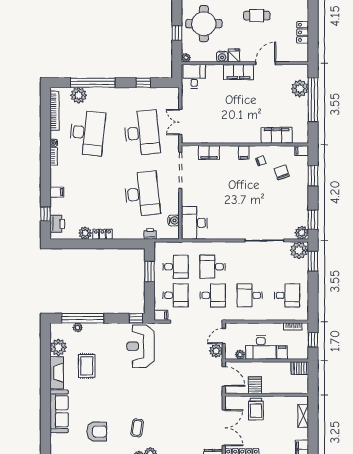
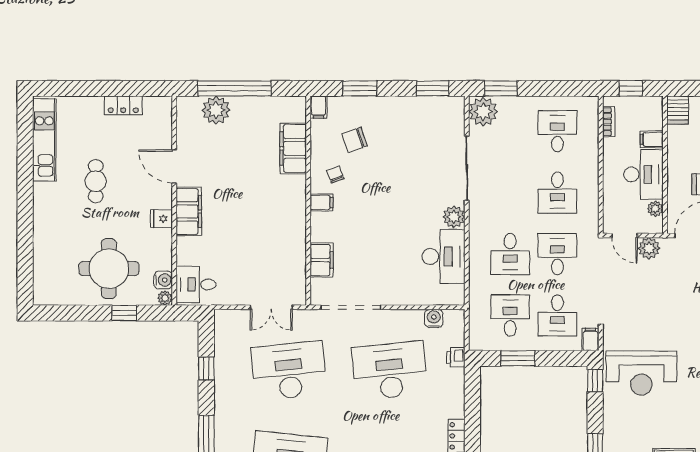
water cooler: (222, 57) -> (163, 280), moved
desk: (194, 223) -> (444, 256), moved, turned -90
plant: (302, 233) -> (454, 217), moved
desk: (175, 295) -> (557, 315), turned 180

